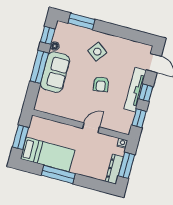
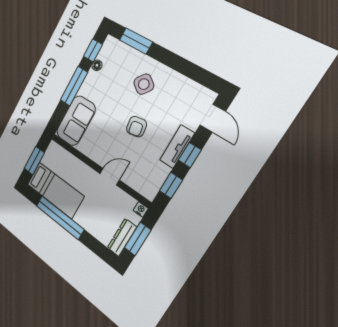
sofa: (55, 72) -> (76, 121), moved
tv unit: (135, 90) -> (177, 147), width x0.71
window: (58, 174) -> (60, 217), width x1.46

